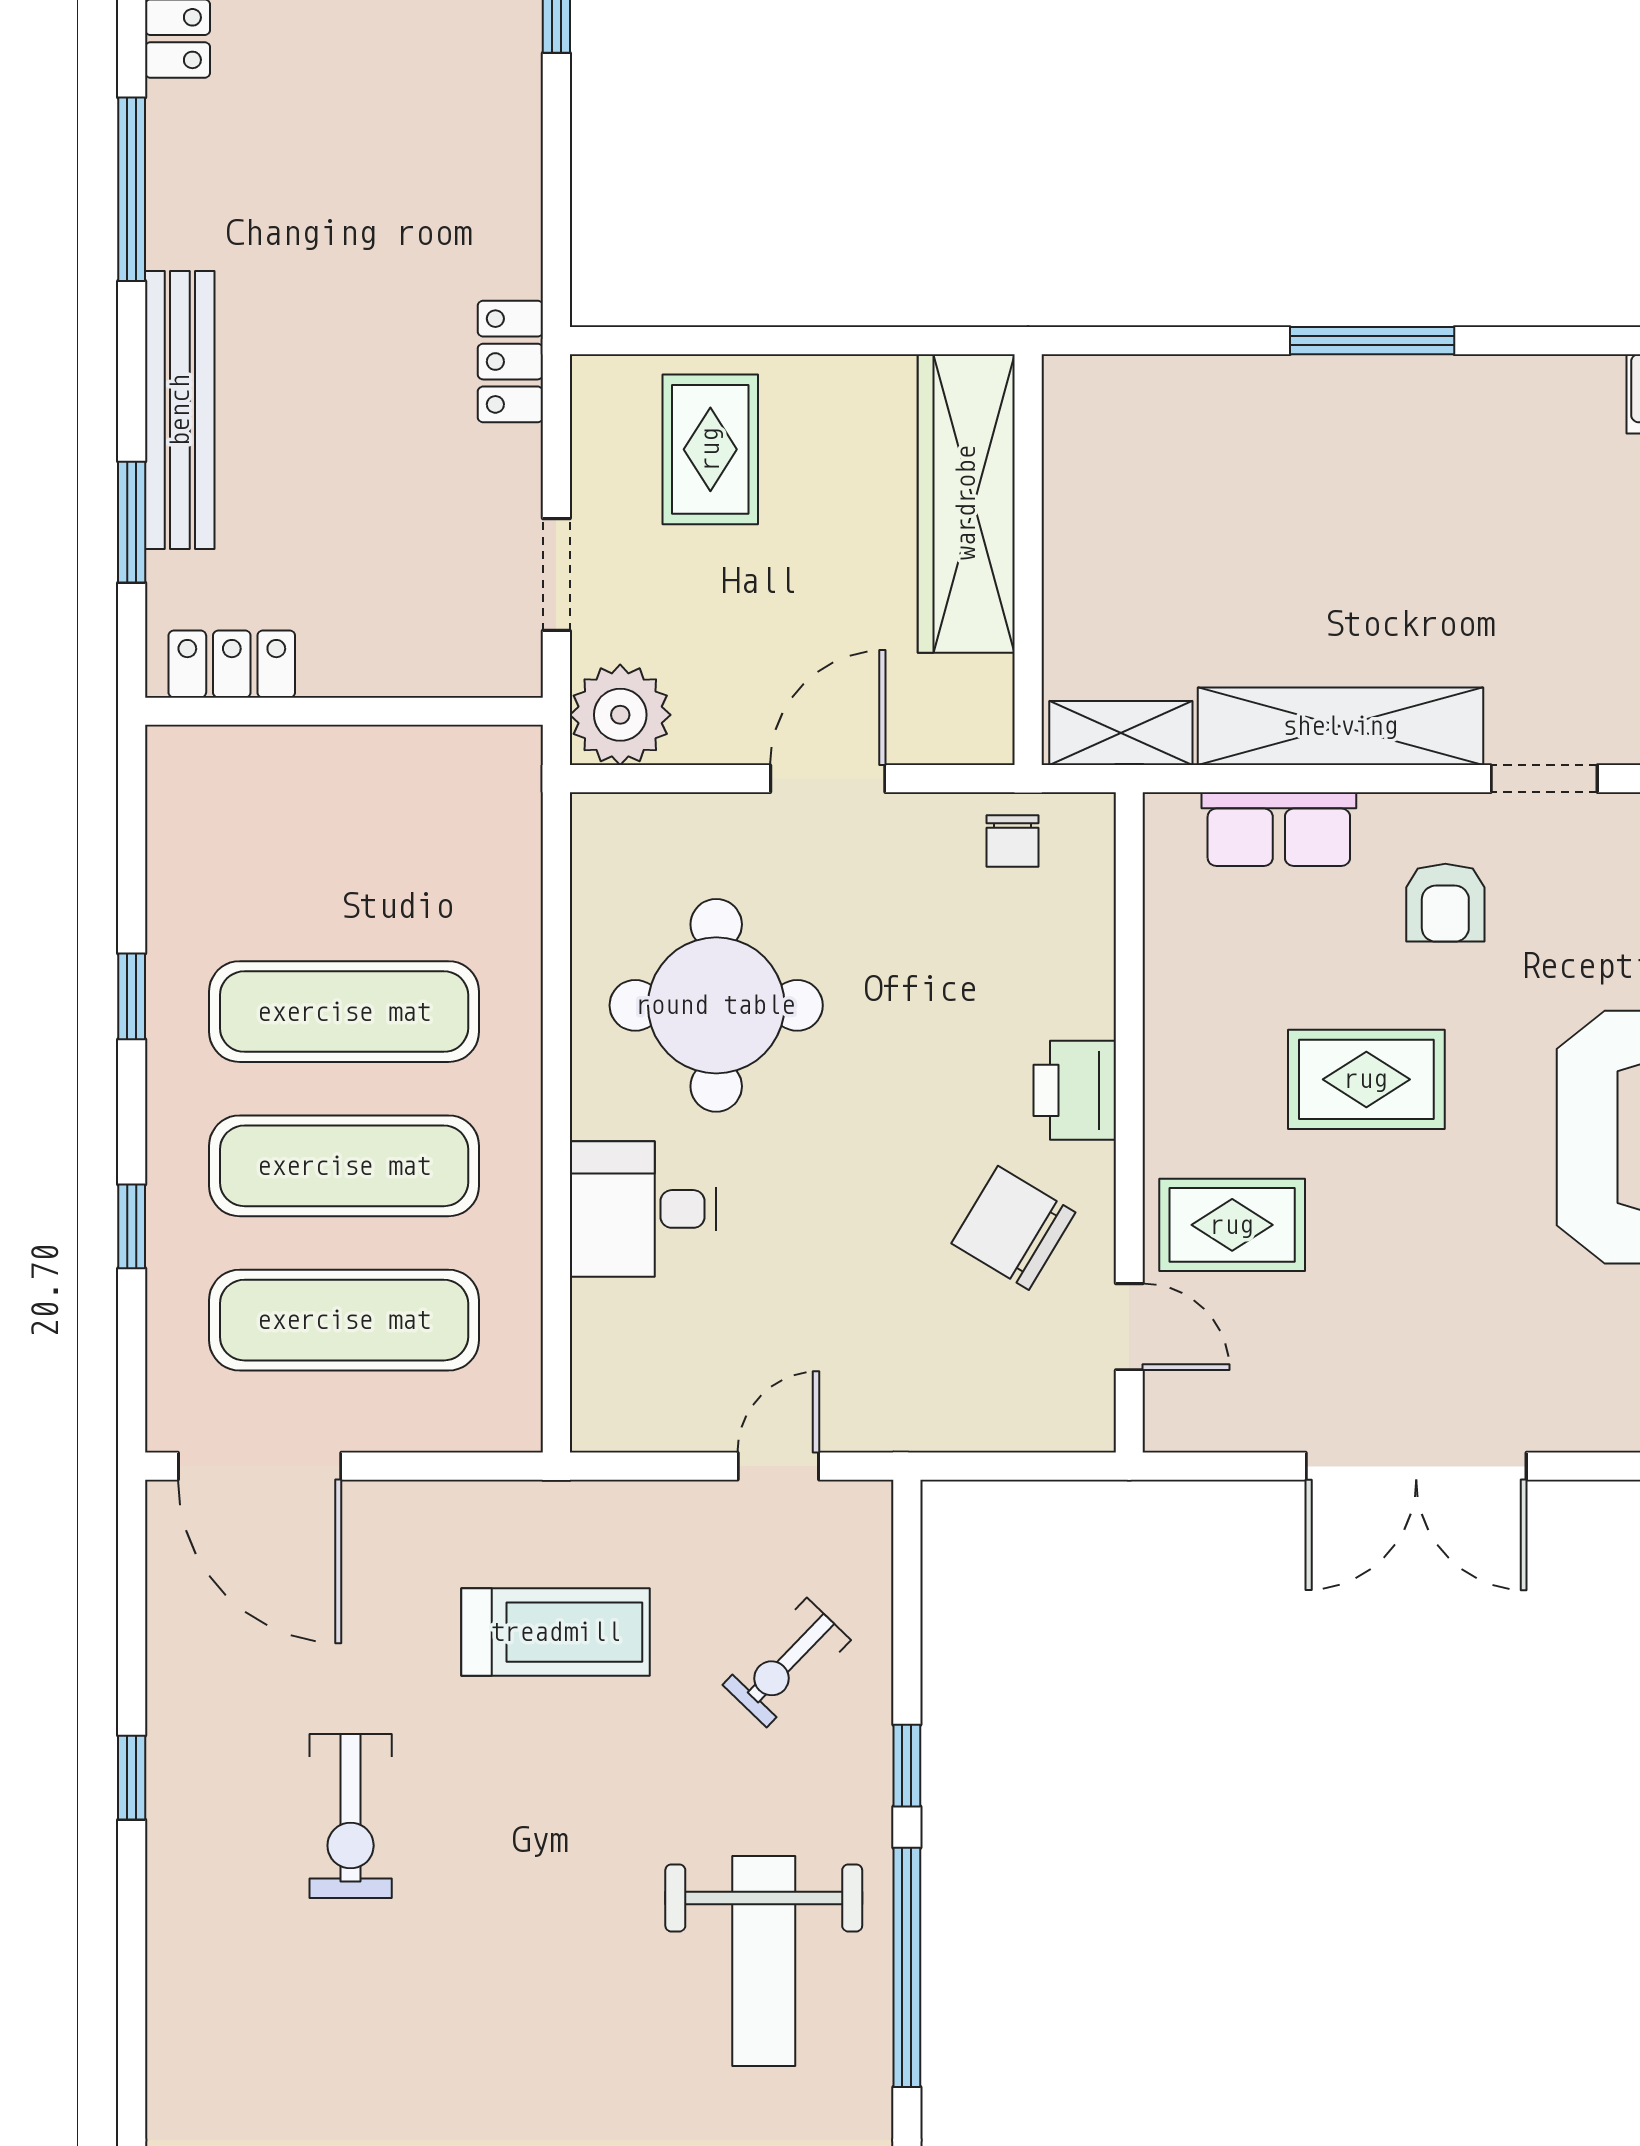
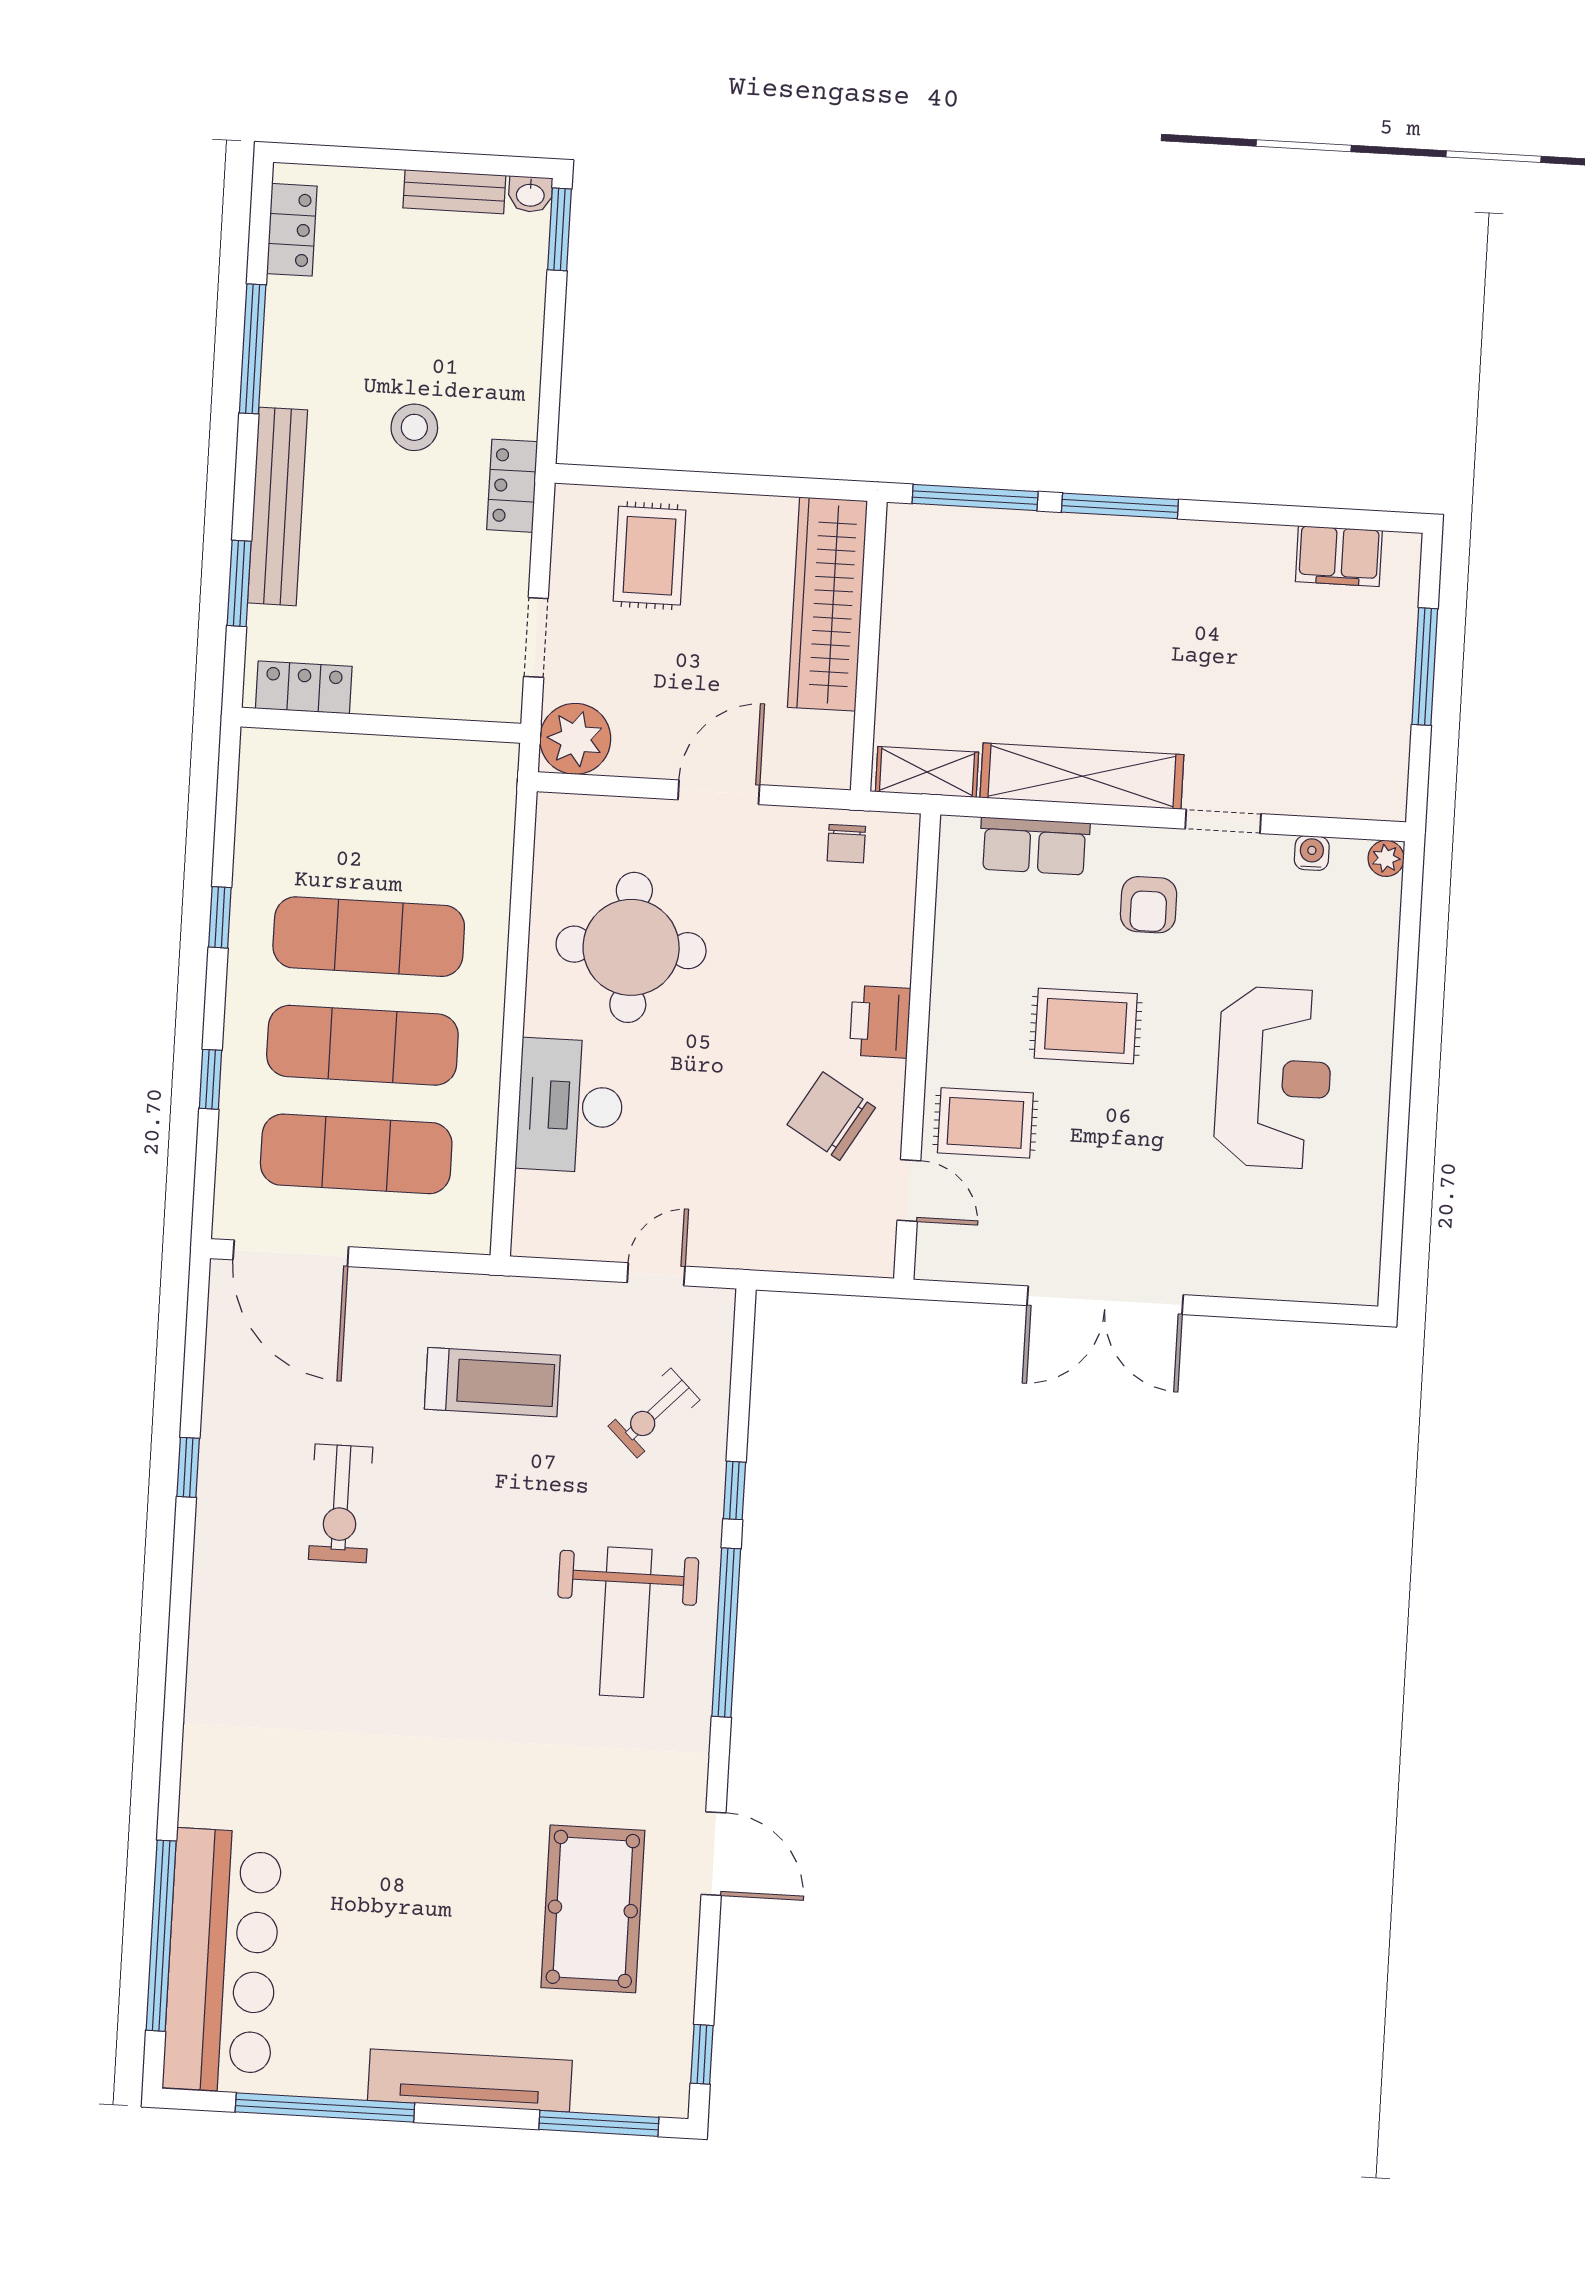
stool: (367, 287) -> (414, 427), added
window: (1166, 341) -> (975, 498), added
desk: (643, 1209) -> (570, 1106), width x1.37

